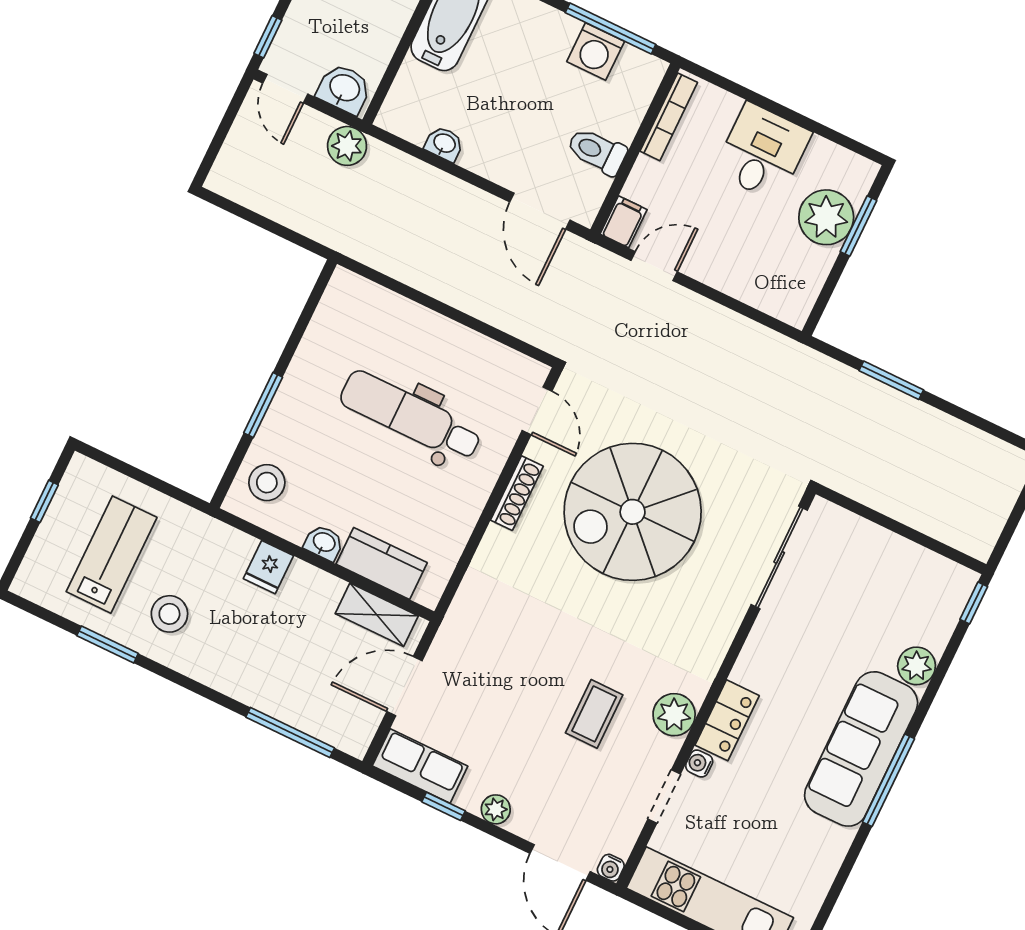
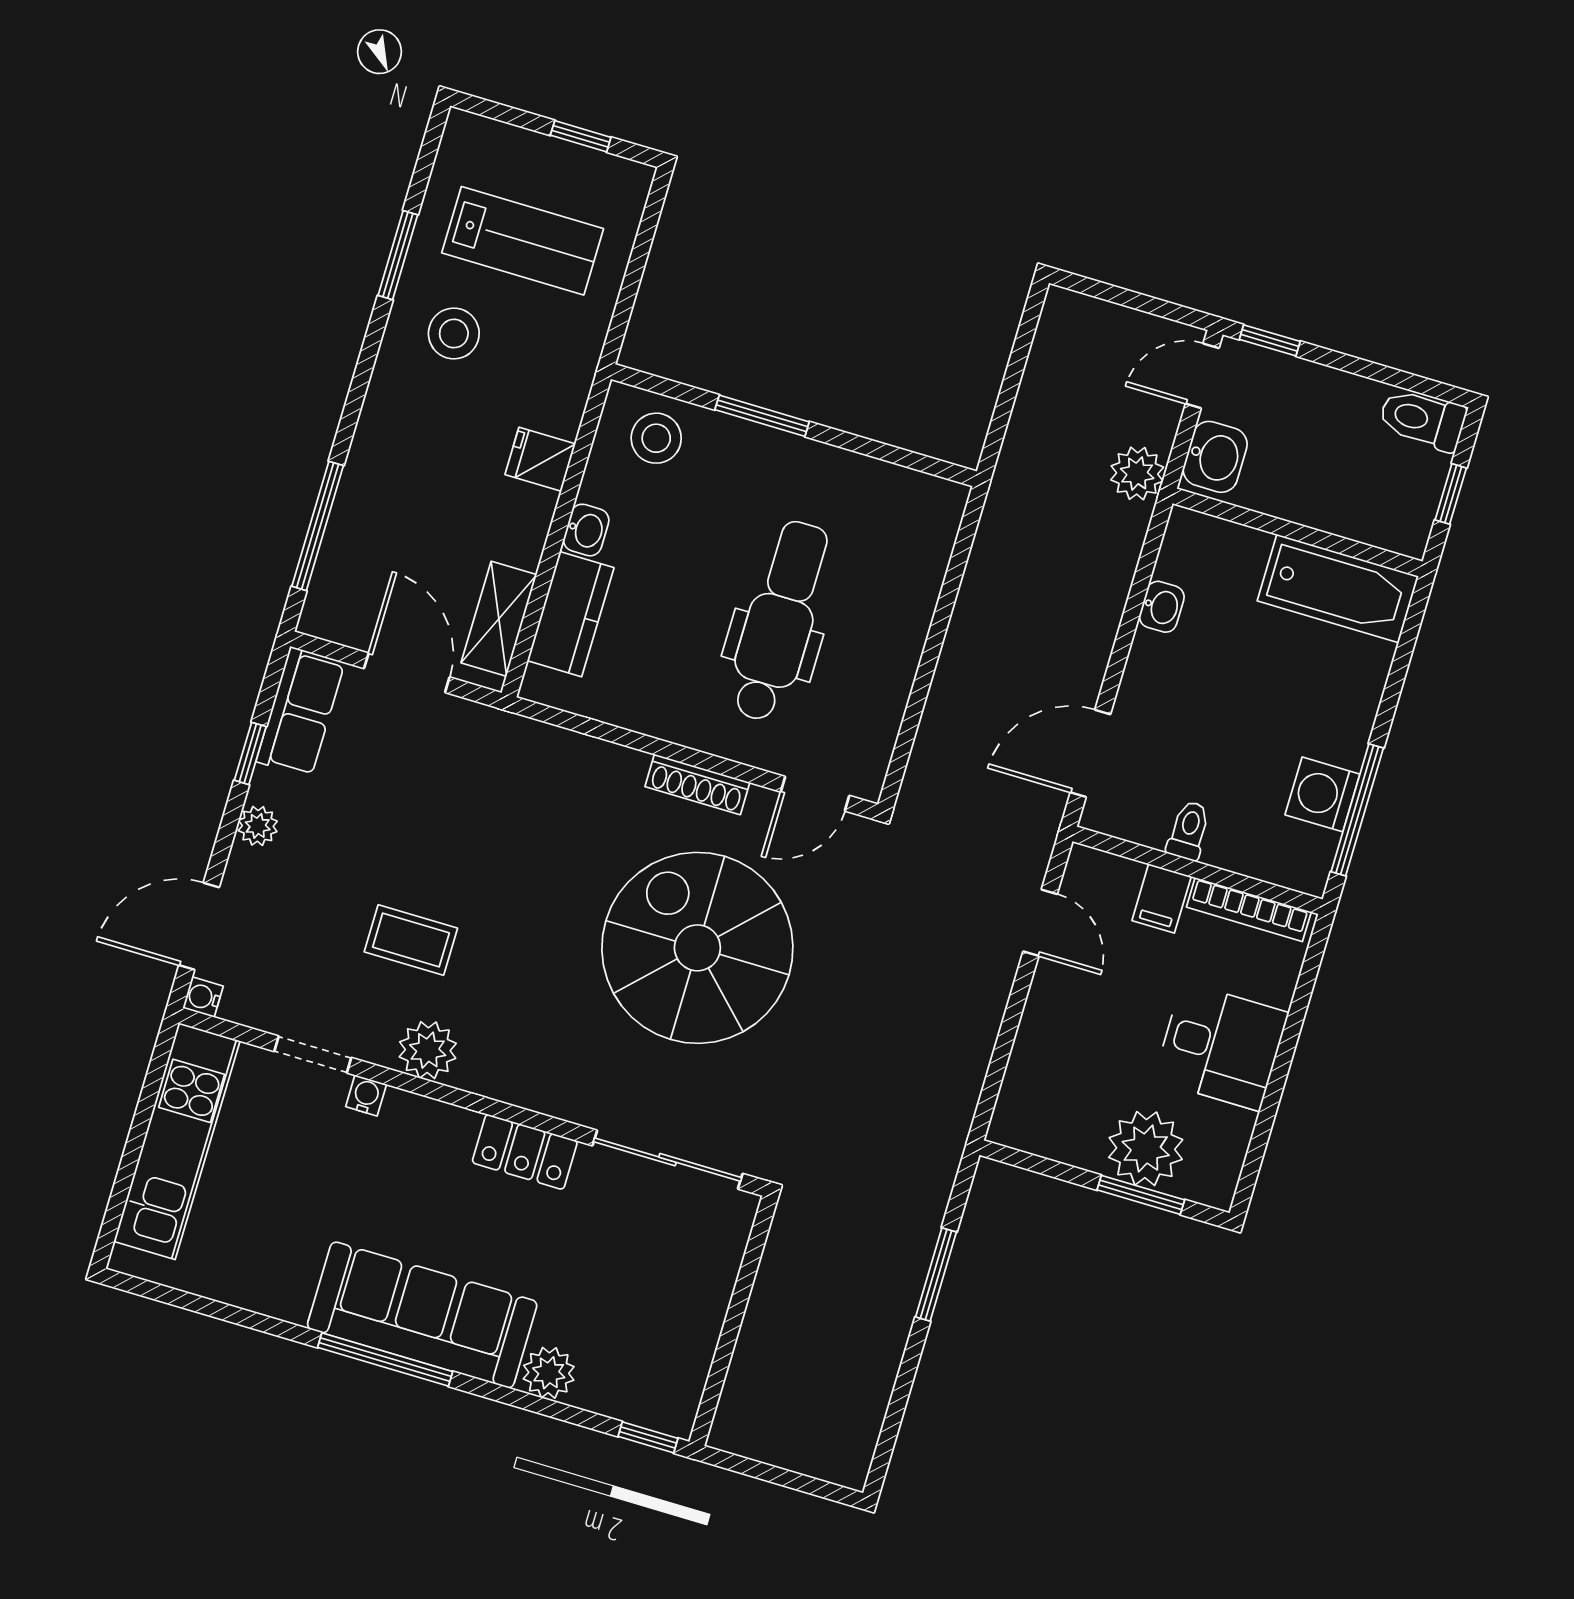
toilet: (597, 151) -> (1189, 831), width x0.73, depth x0.72
filing cabinet: (624, 222) -> (1162, 898), moved, turned 90
locker: (727, 720) -> (525, 1152), moved

